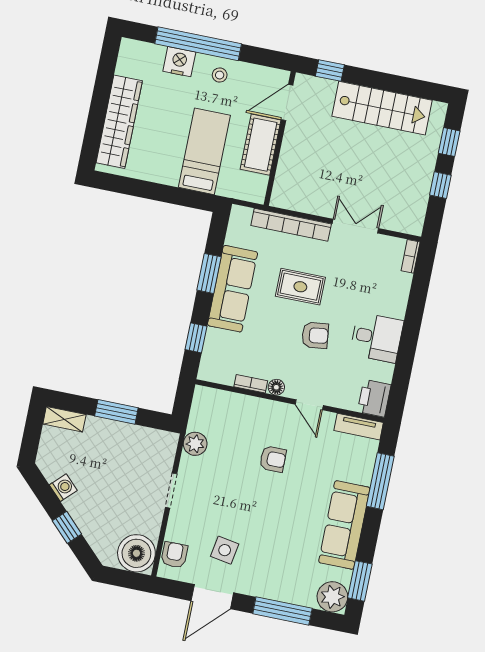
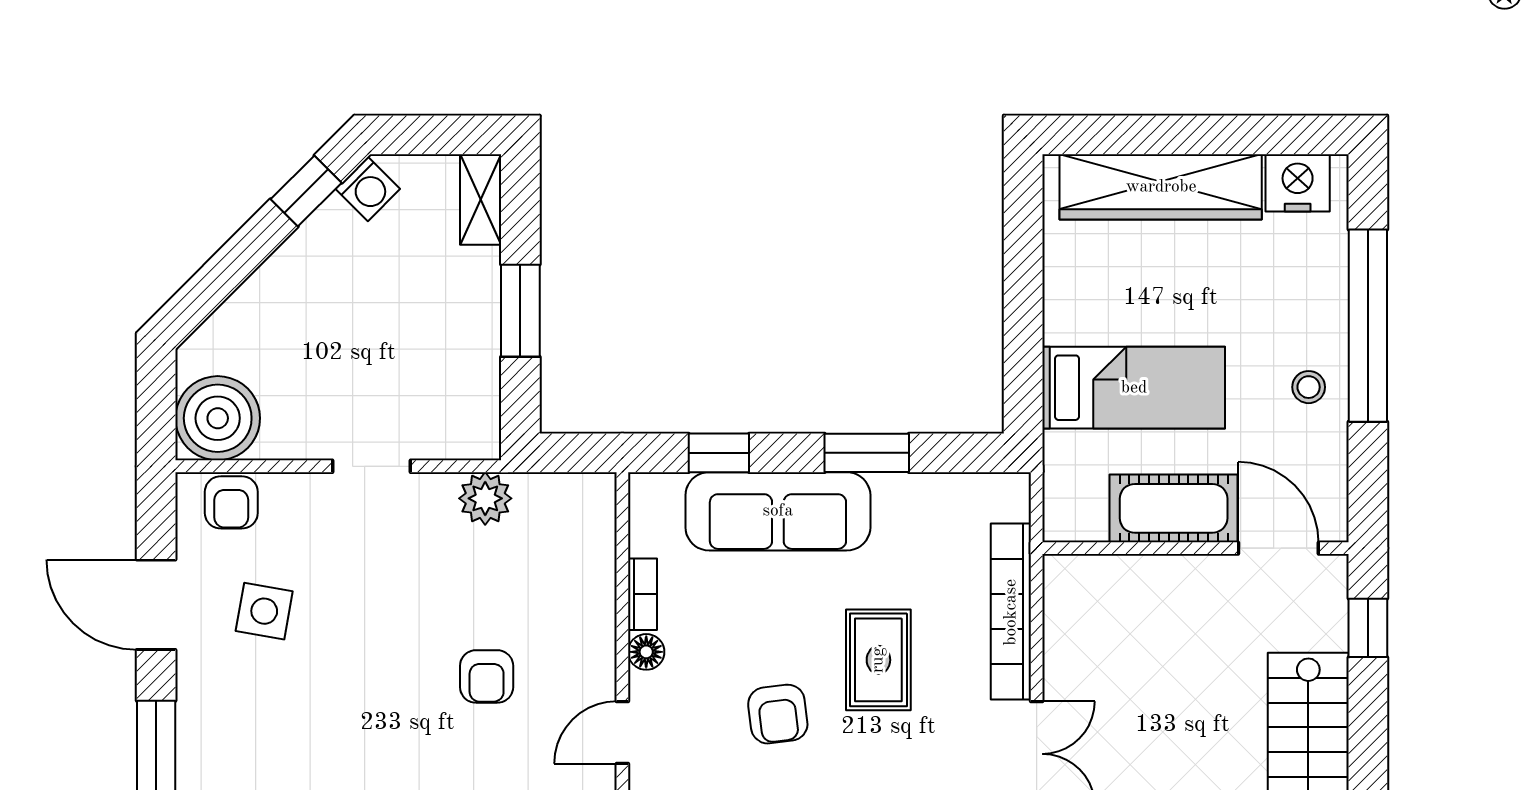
nightstand: (179, 62) -> (1298, 183), moved, turned -90
sofa: (233, 289) -> (778, 511), moved
washing machine: (63, 488) -> (368, 189), moved
window: (67, 527) -> (306, 191), moved
armchair: (174, 555) -> (231, 502), turned 90

